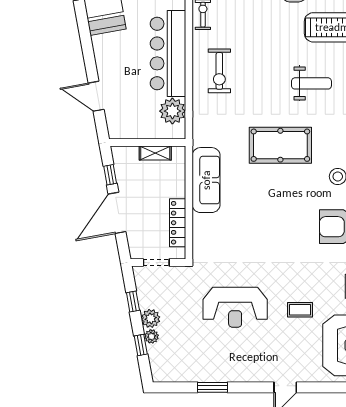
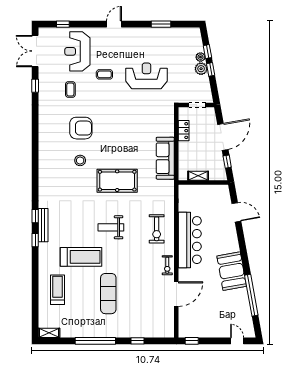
exercise bike: (219, 71) -> (157, 229), turned 180
weight bench: (311, 83) -> (111, 227), moved
plant: (172, 111) -> (187, 203), removed
locker: (178, 223) -> (184, 131), width x0.66
window: (133, 302) -> (211, 69), moved

